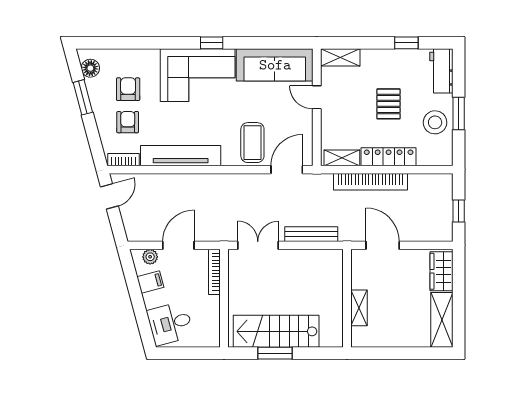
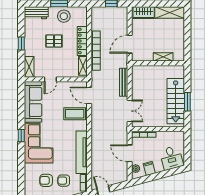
window: (406, 43) -> (21, 43), moved
double door: (258, 245) -> (130, 111), swing flipped

